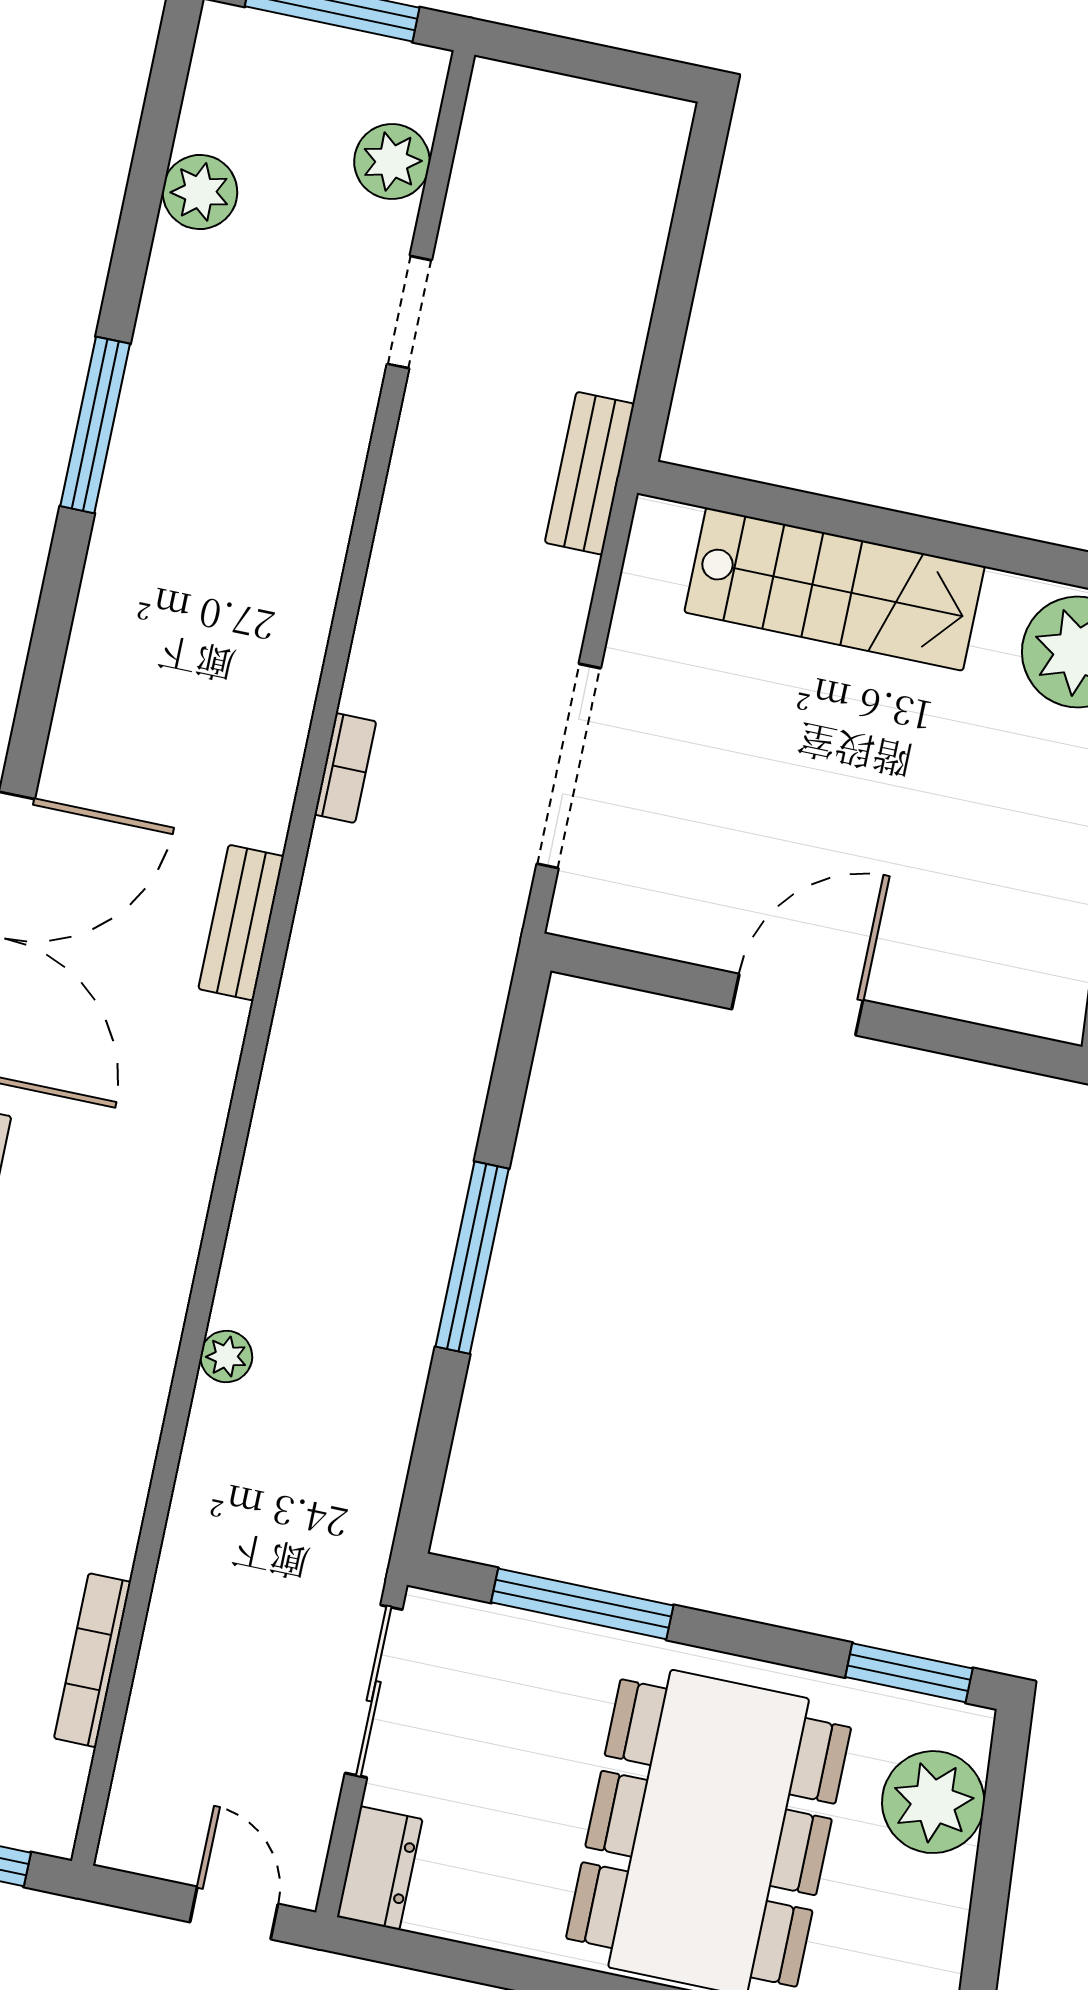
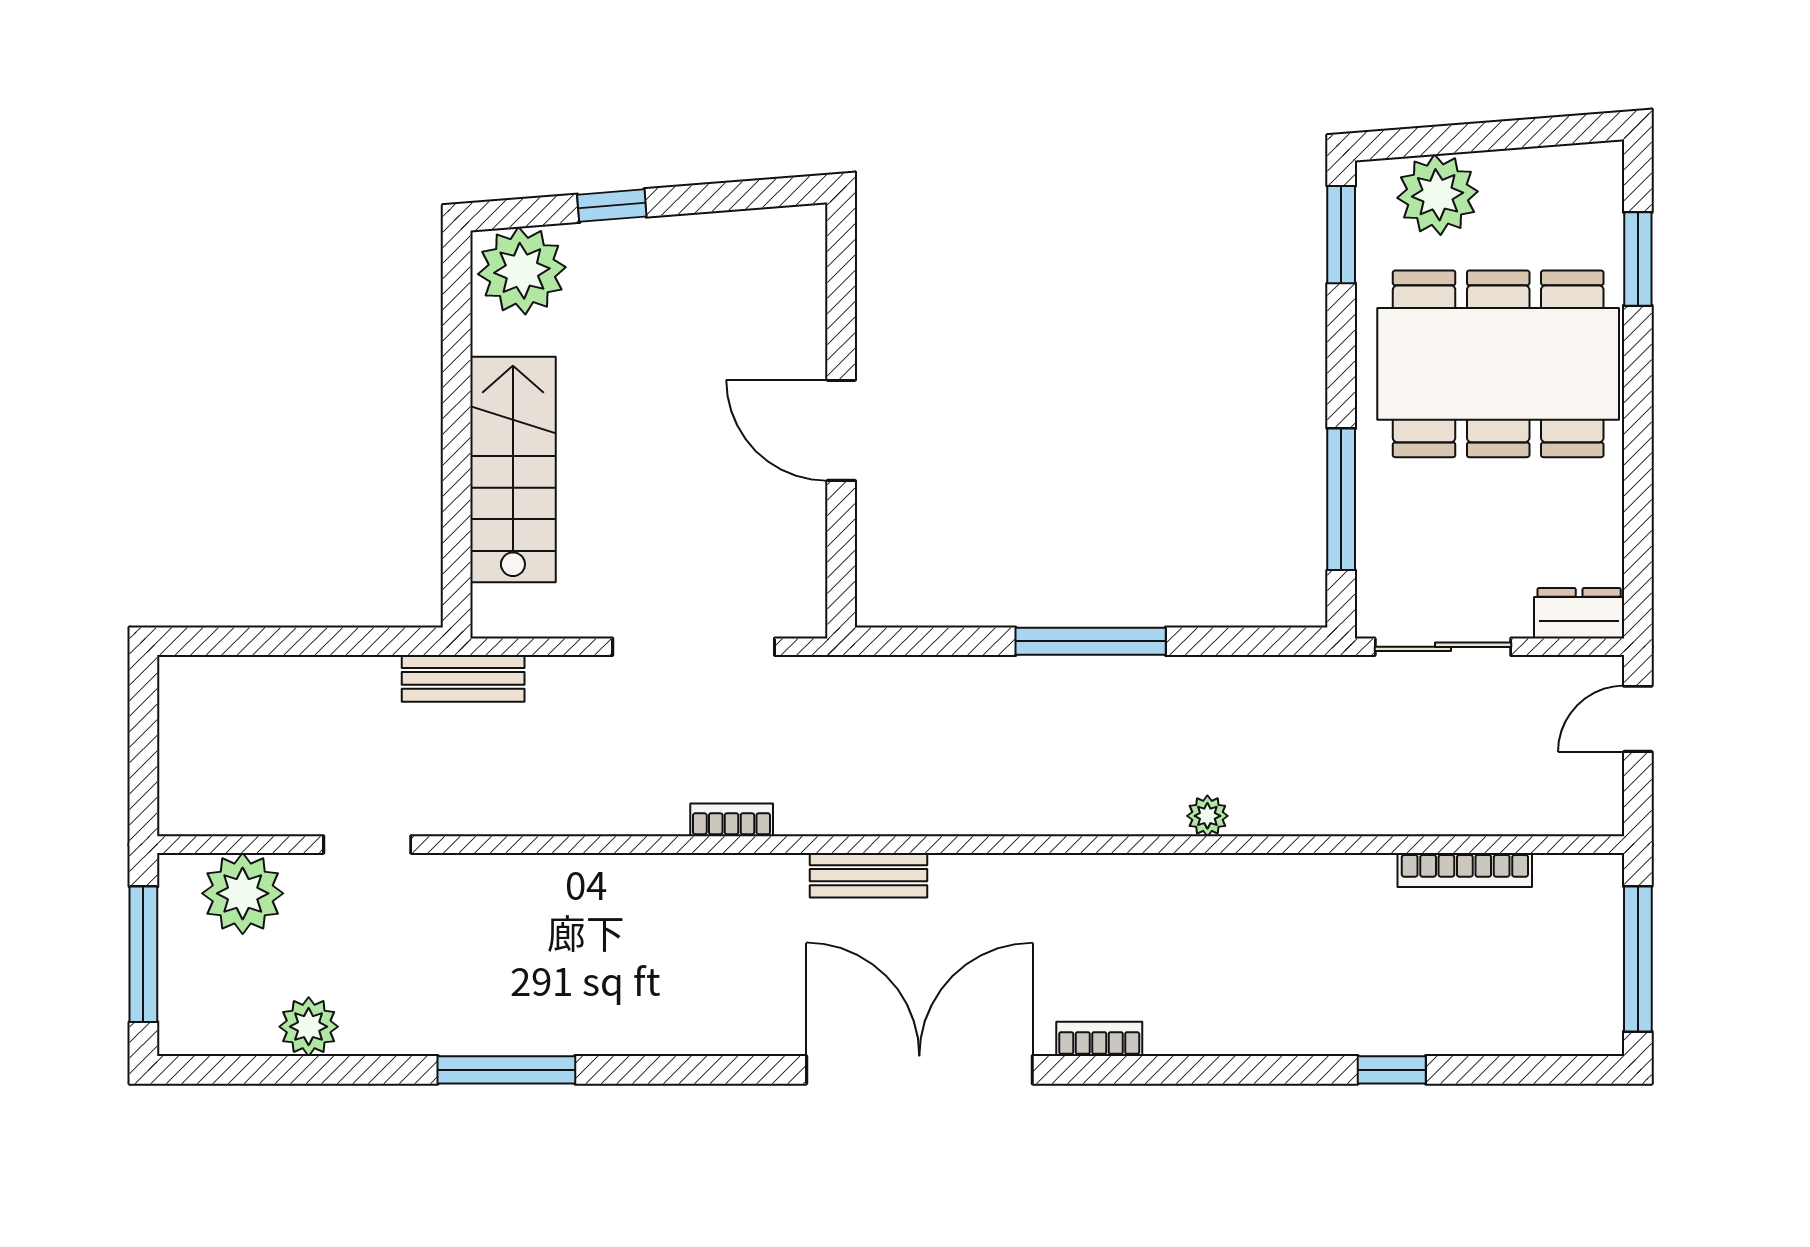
plant: (392, 161) -> (243, 893), width x1.36, depth x1.36

